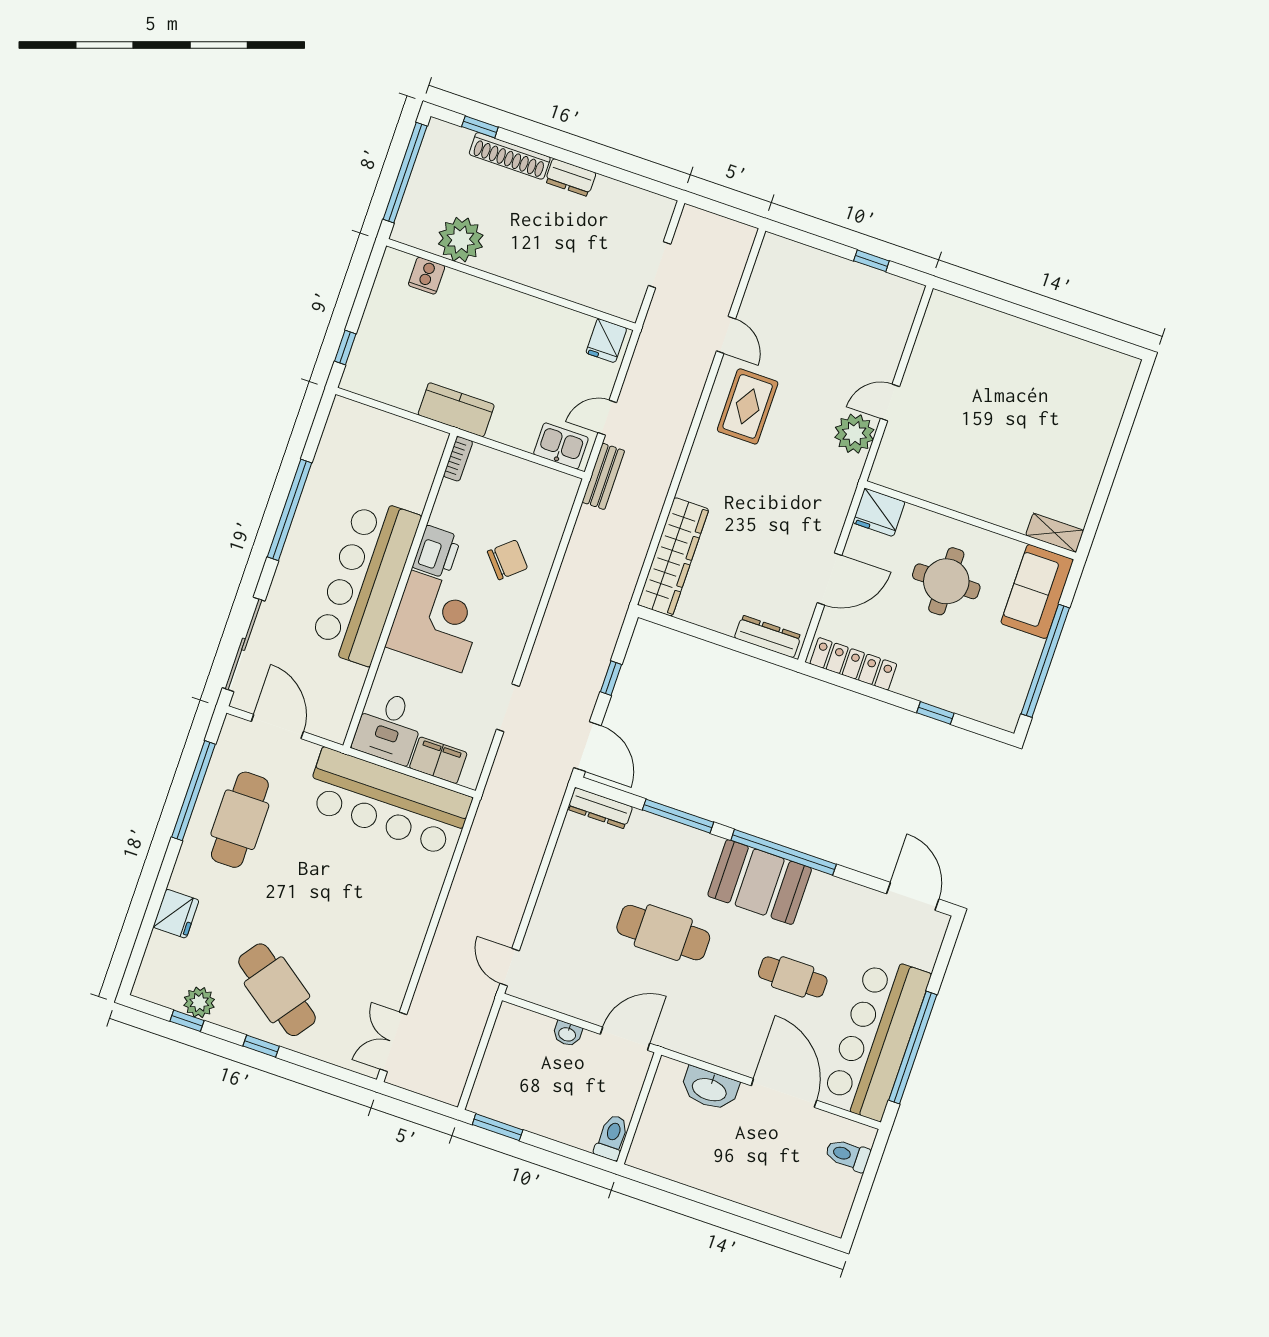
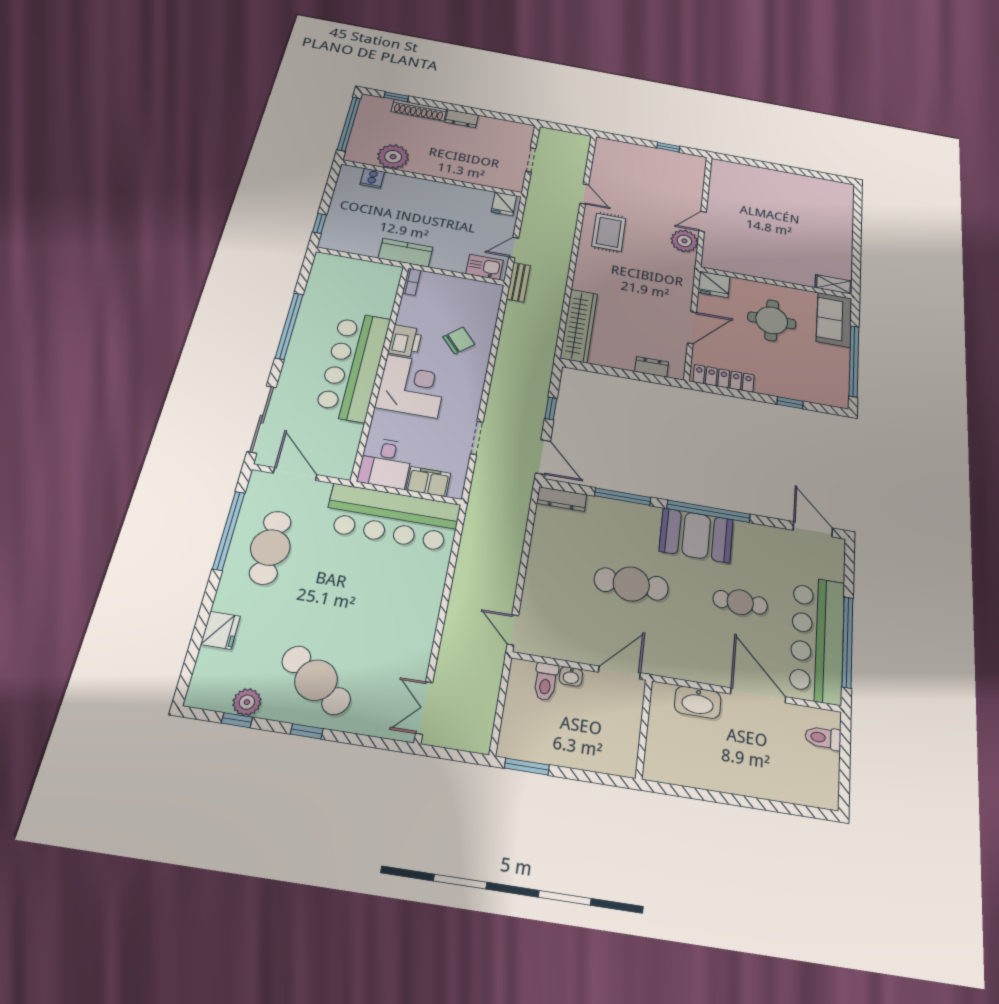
dresser: (768, 637) -> (652, 367), width x0.70
toilet: (612, 1137) -> (546, 682), moved, turned 180

